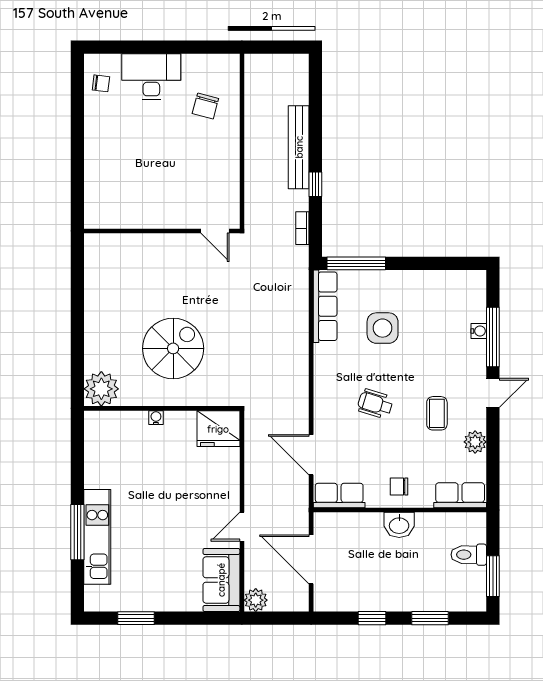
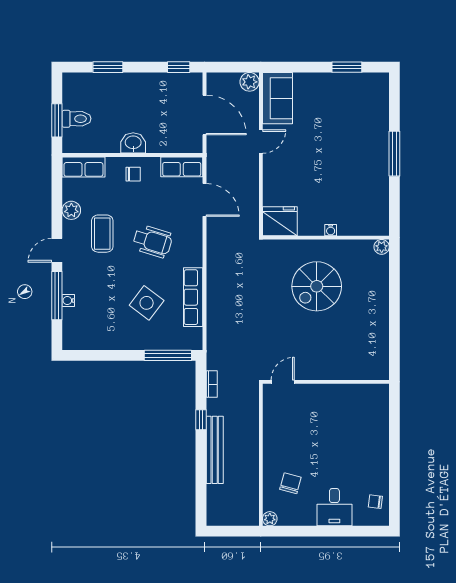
plant: (231, 62) -> (270, 519), added
desk: (151, 77) -> (334, 507), width x0.73
door: (215, 231) -> (283, 382), hinge flipped
row of seats: (325, 306) -> (193, 297), moved
side table: (383, 328) -> (147, 303), turned 37
plant: (101, 389) -> (382, 247), width x0.53, depth x0.53
wheelchair: (375, 404) -> (152, 241), width x1.36, depth x1.37
coffee table: (437, 413) -> (102, 234), width x1.36, depth x1.30
window: (77, 532) -> (394, 154), moved
kitchen unit: (97, 537) -> (378, 133), removed
window: (493, 576) -> (57, 120), moved
window: (372, 618) -> (179, 67), moved

